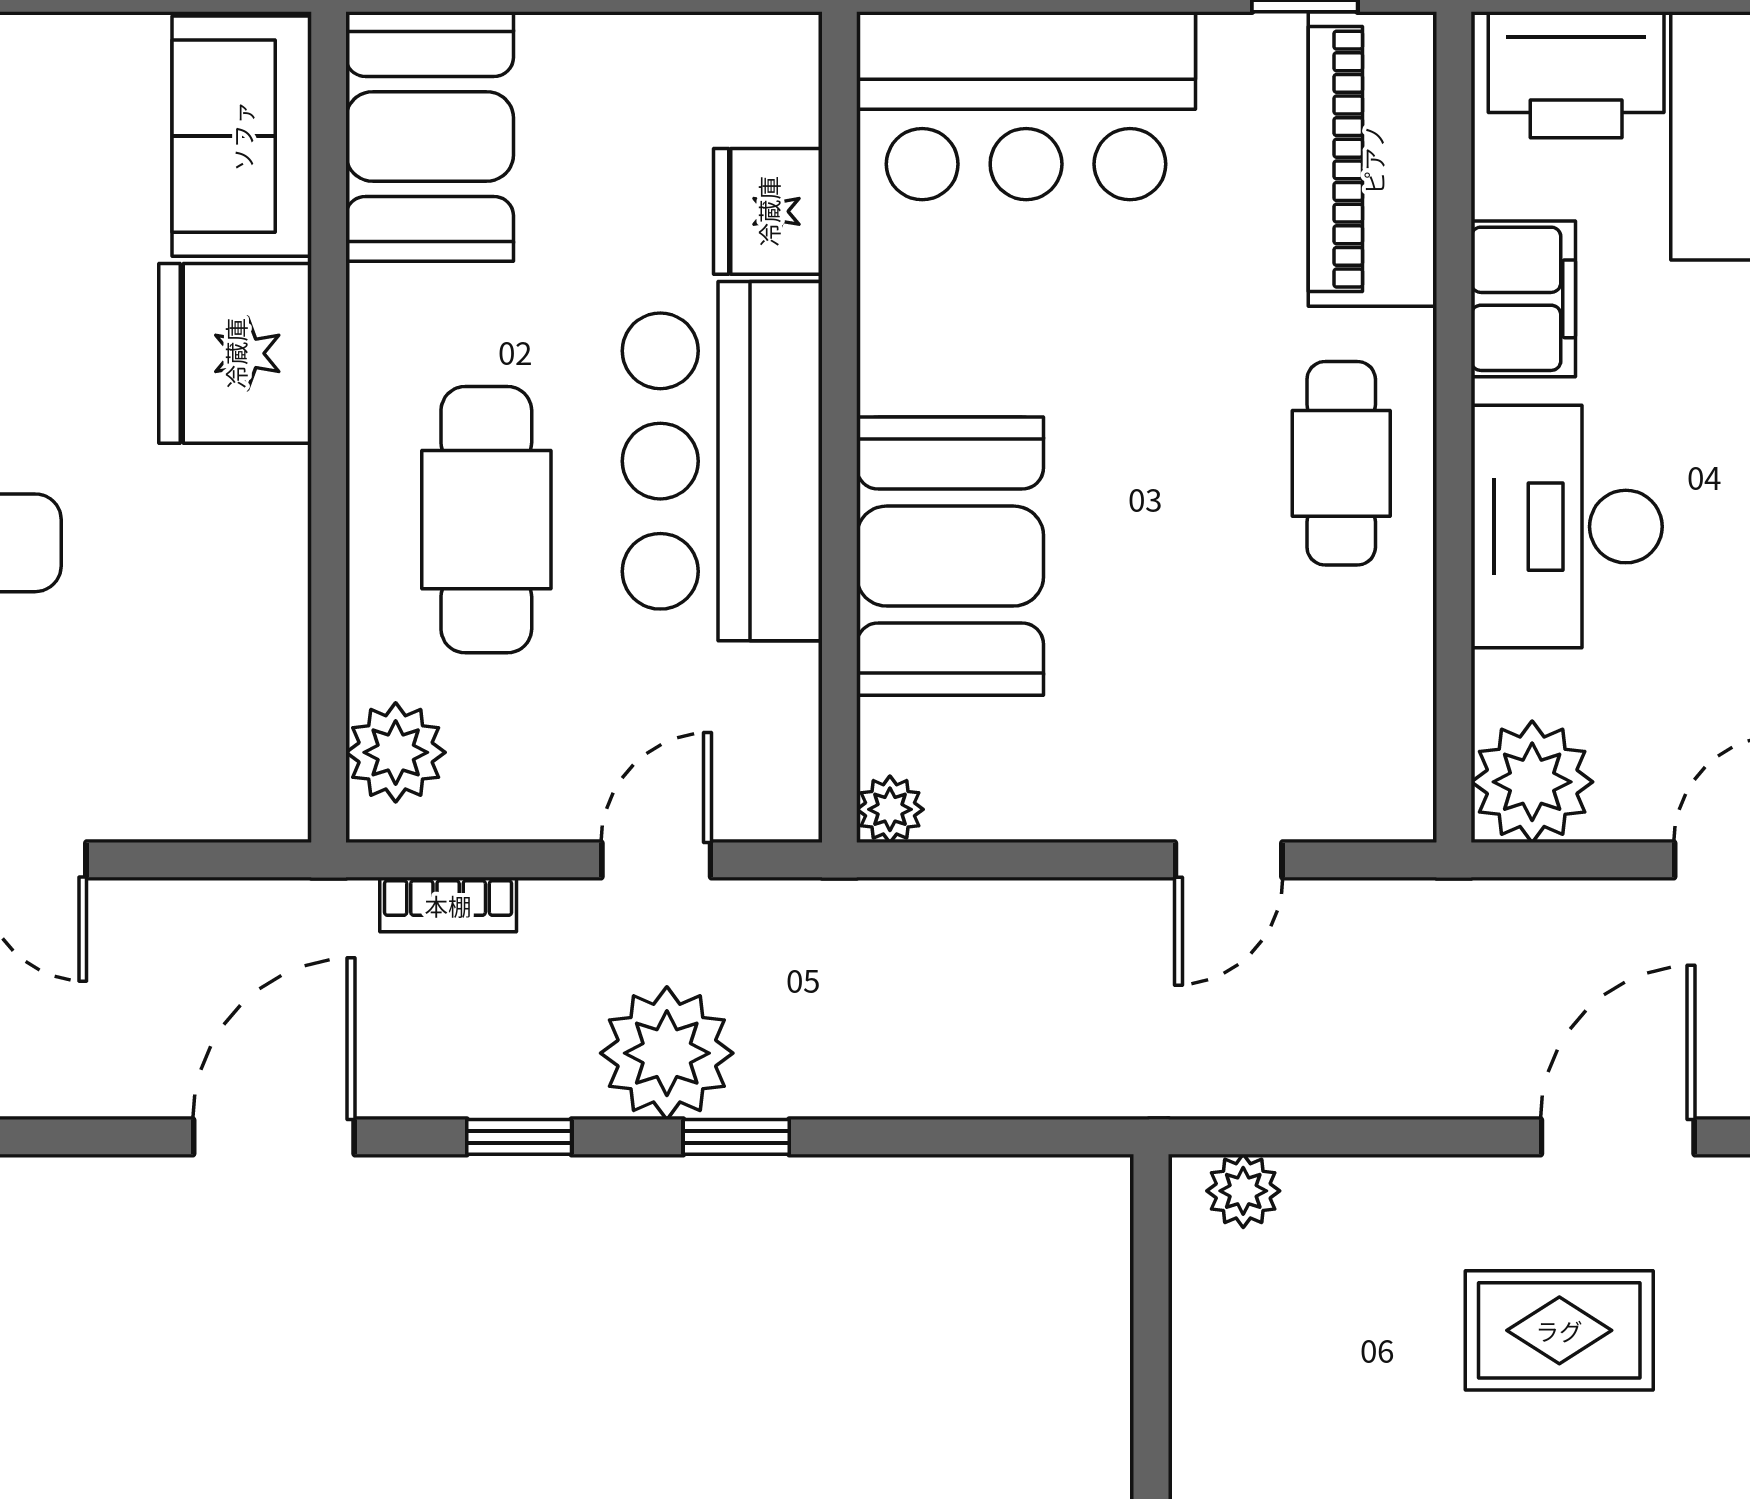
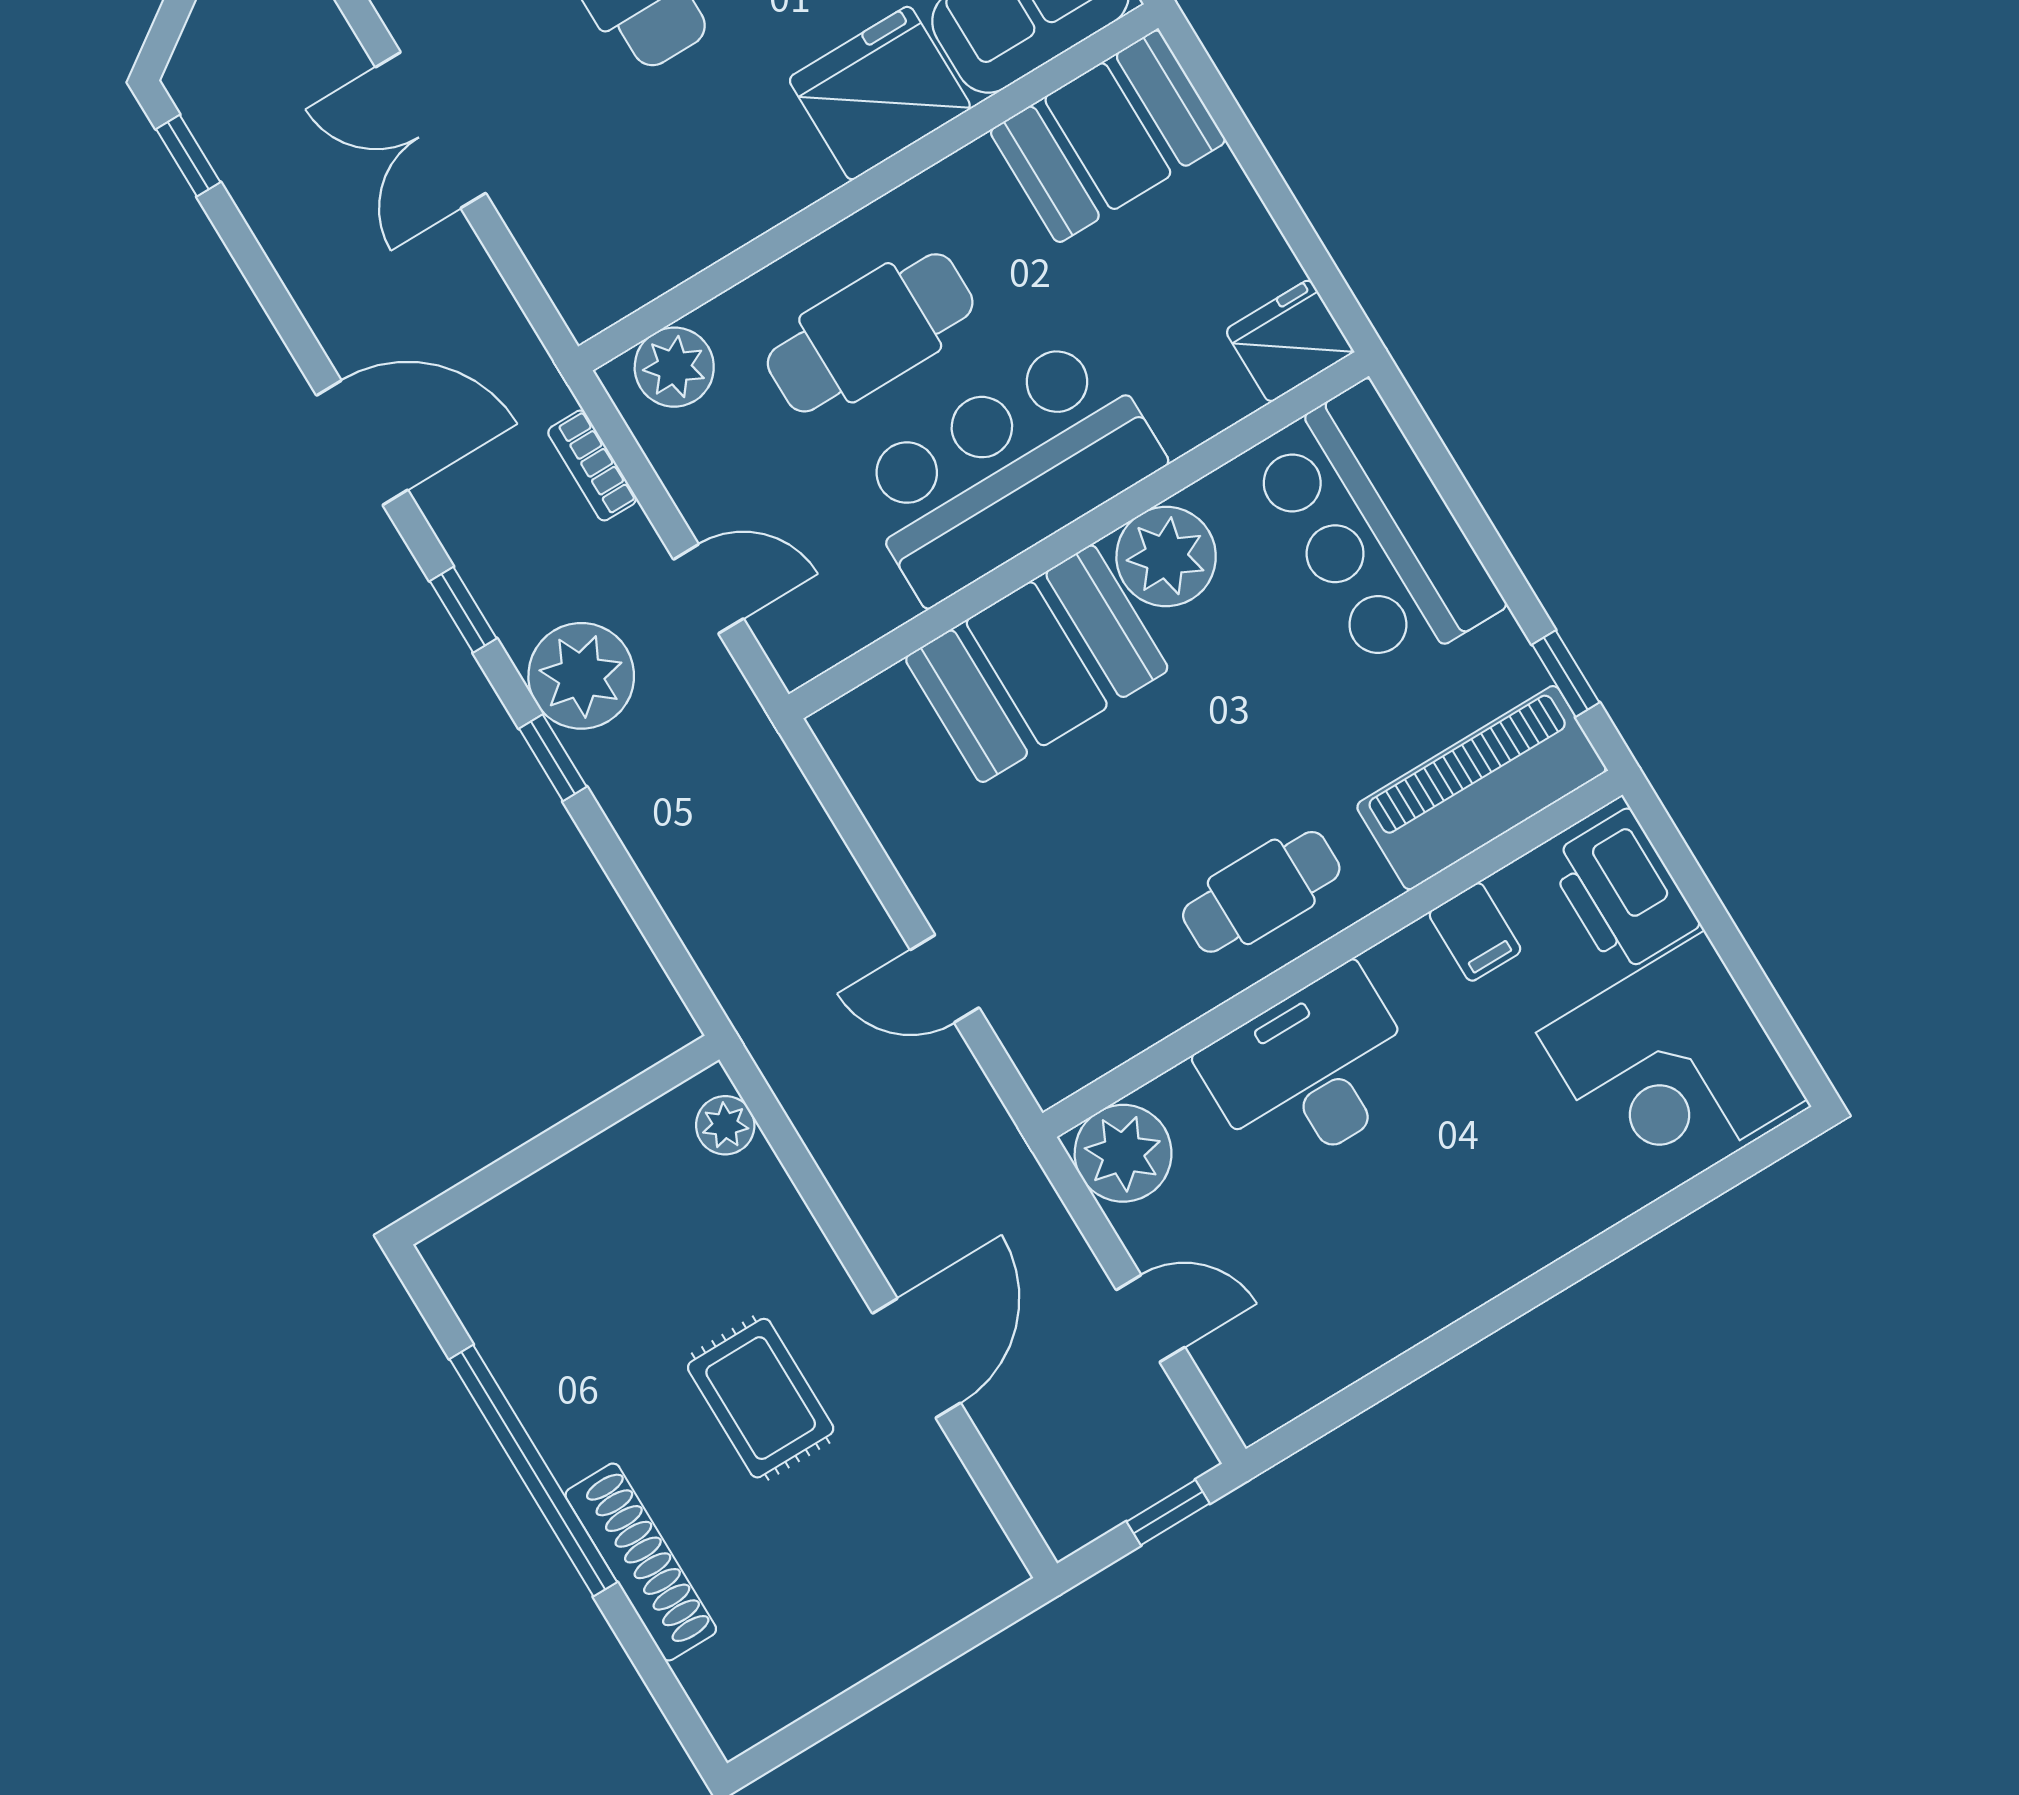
fridge: (768, 211) -> (1289, 341), moved
filing cabinet: (1523, 299) -> (1475, 932), width x0.50
plant: (890, 809) -> (1166, 557), moved, width x1.87, depth x1.87
door: (1618, 1137) -> (916, 1358), hinge flipped

